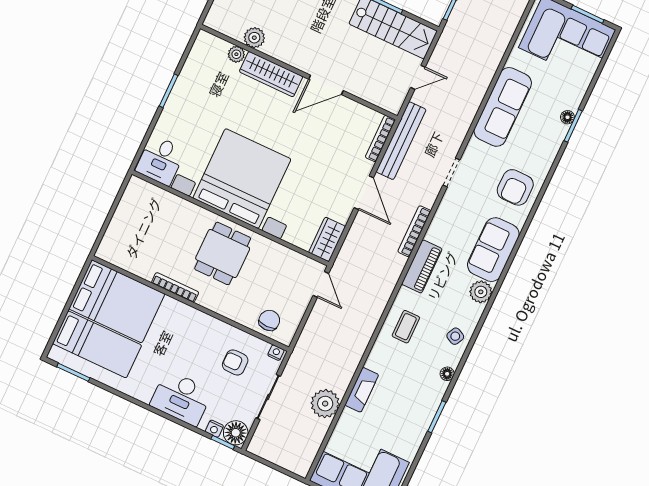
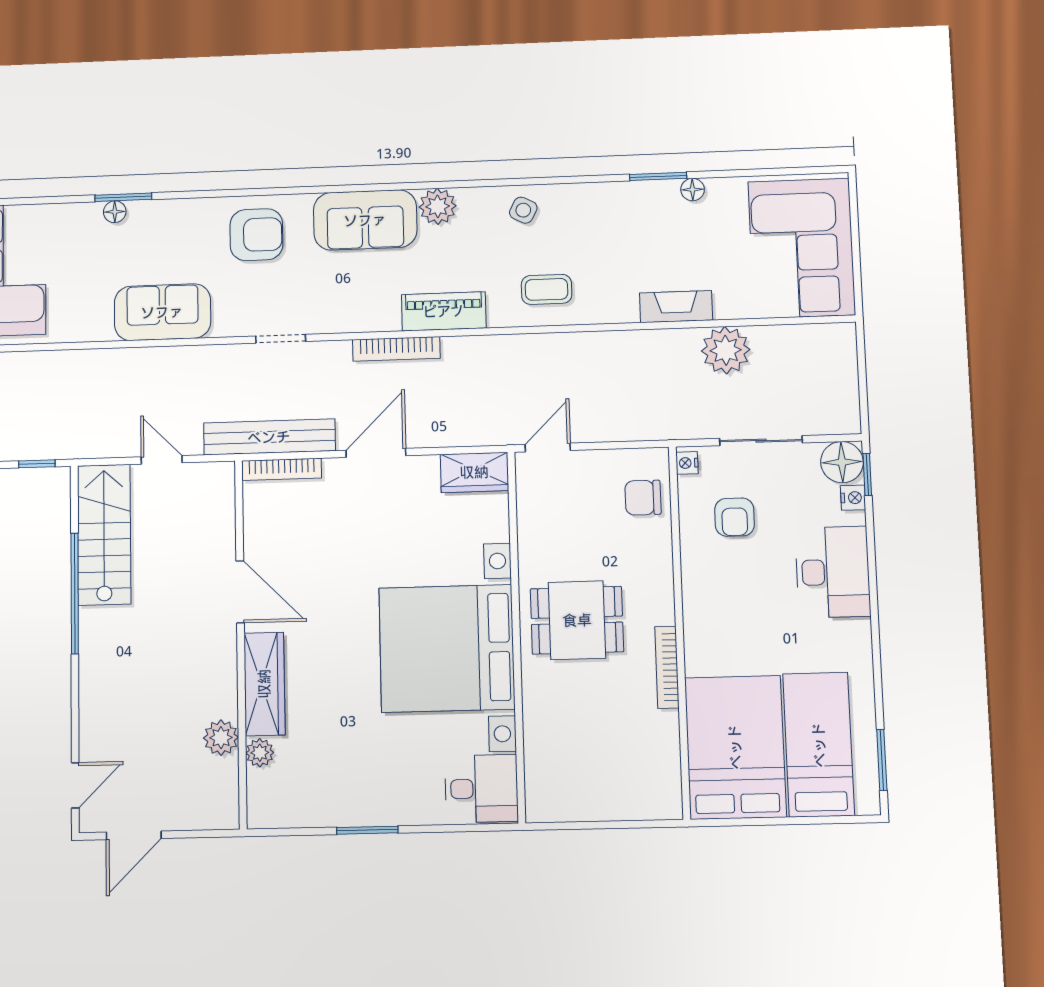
sofa: (503, 107) -> (162, 312), width x0.73
floor lamp: (447, 374) -> (693, 190), moved

